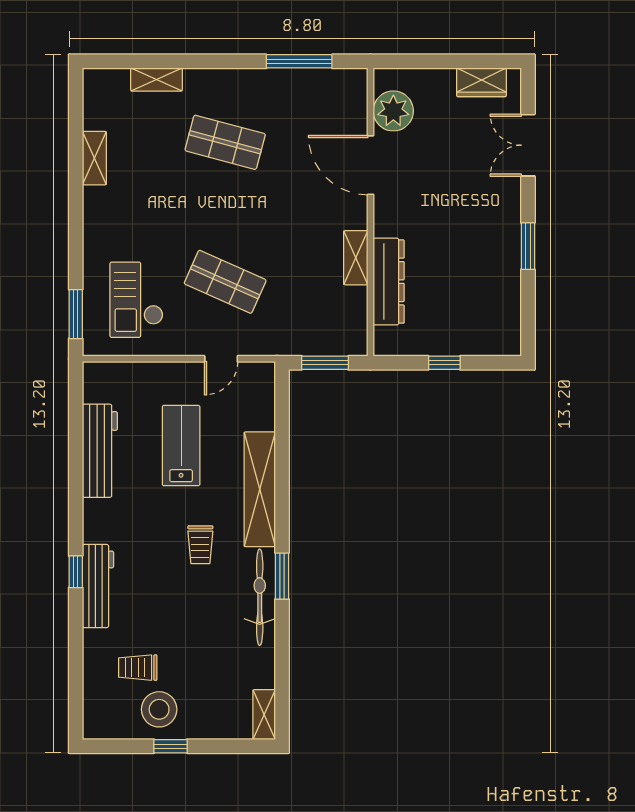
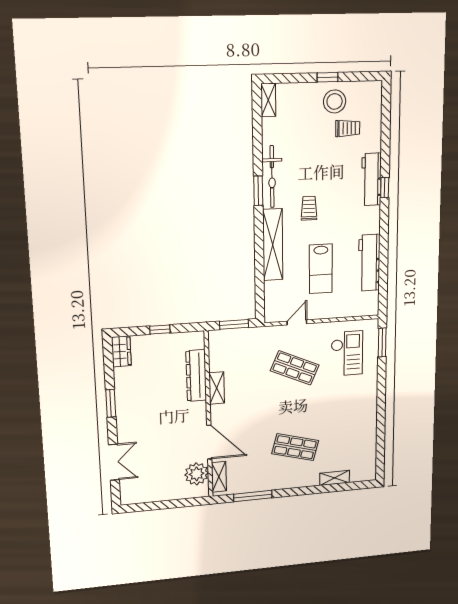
wardrobe: (482, 82) -> (121, 351), moved, turned 90
shelving: (94, 158) -> (219, 477), moved

